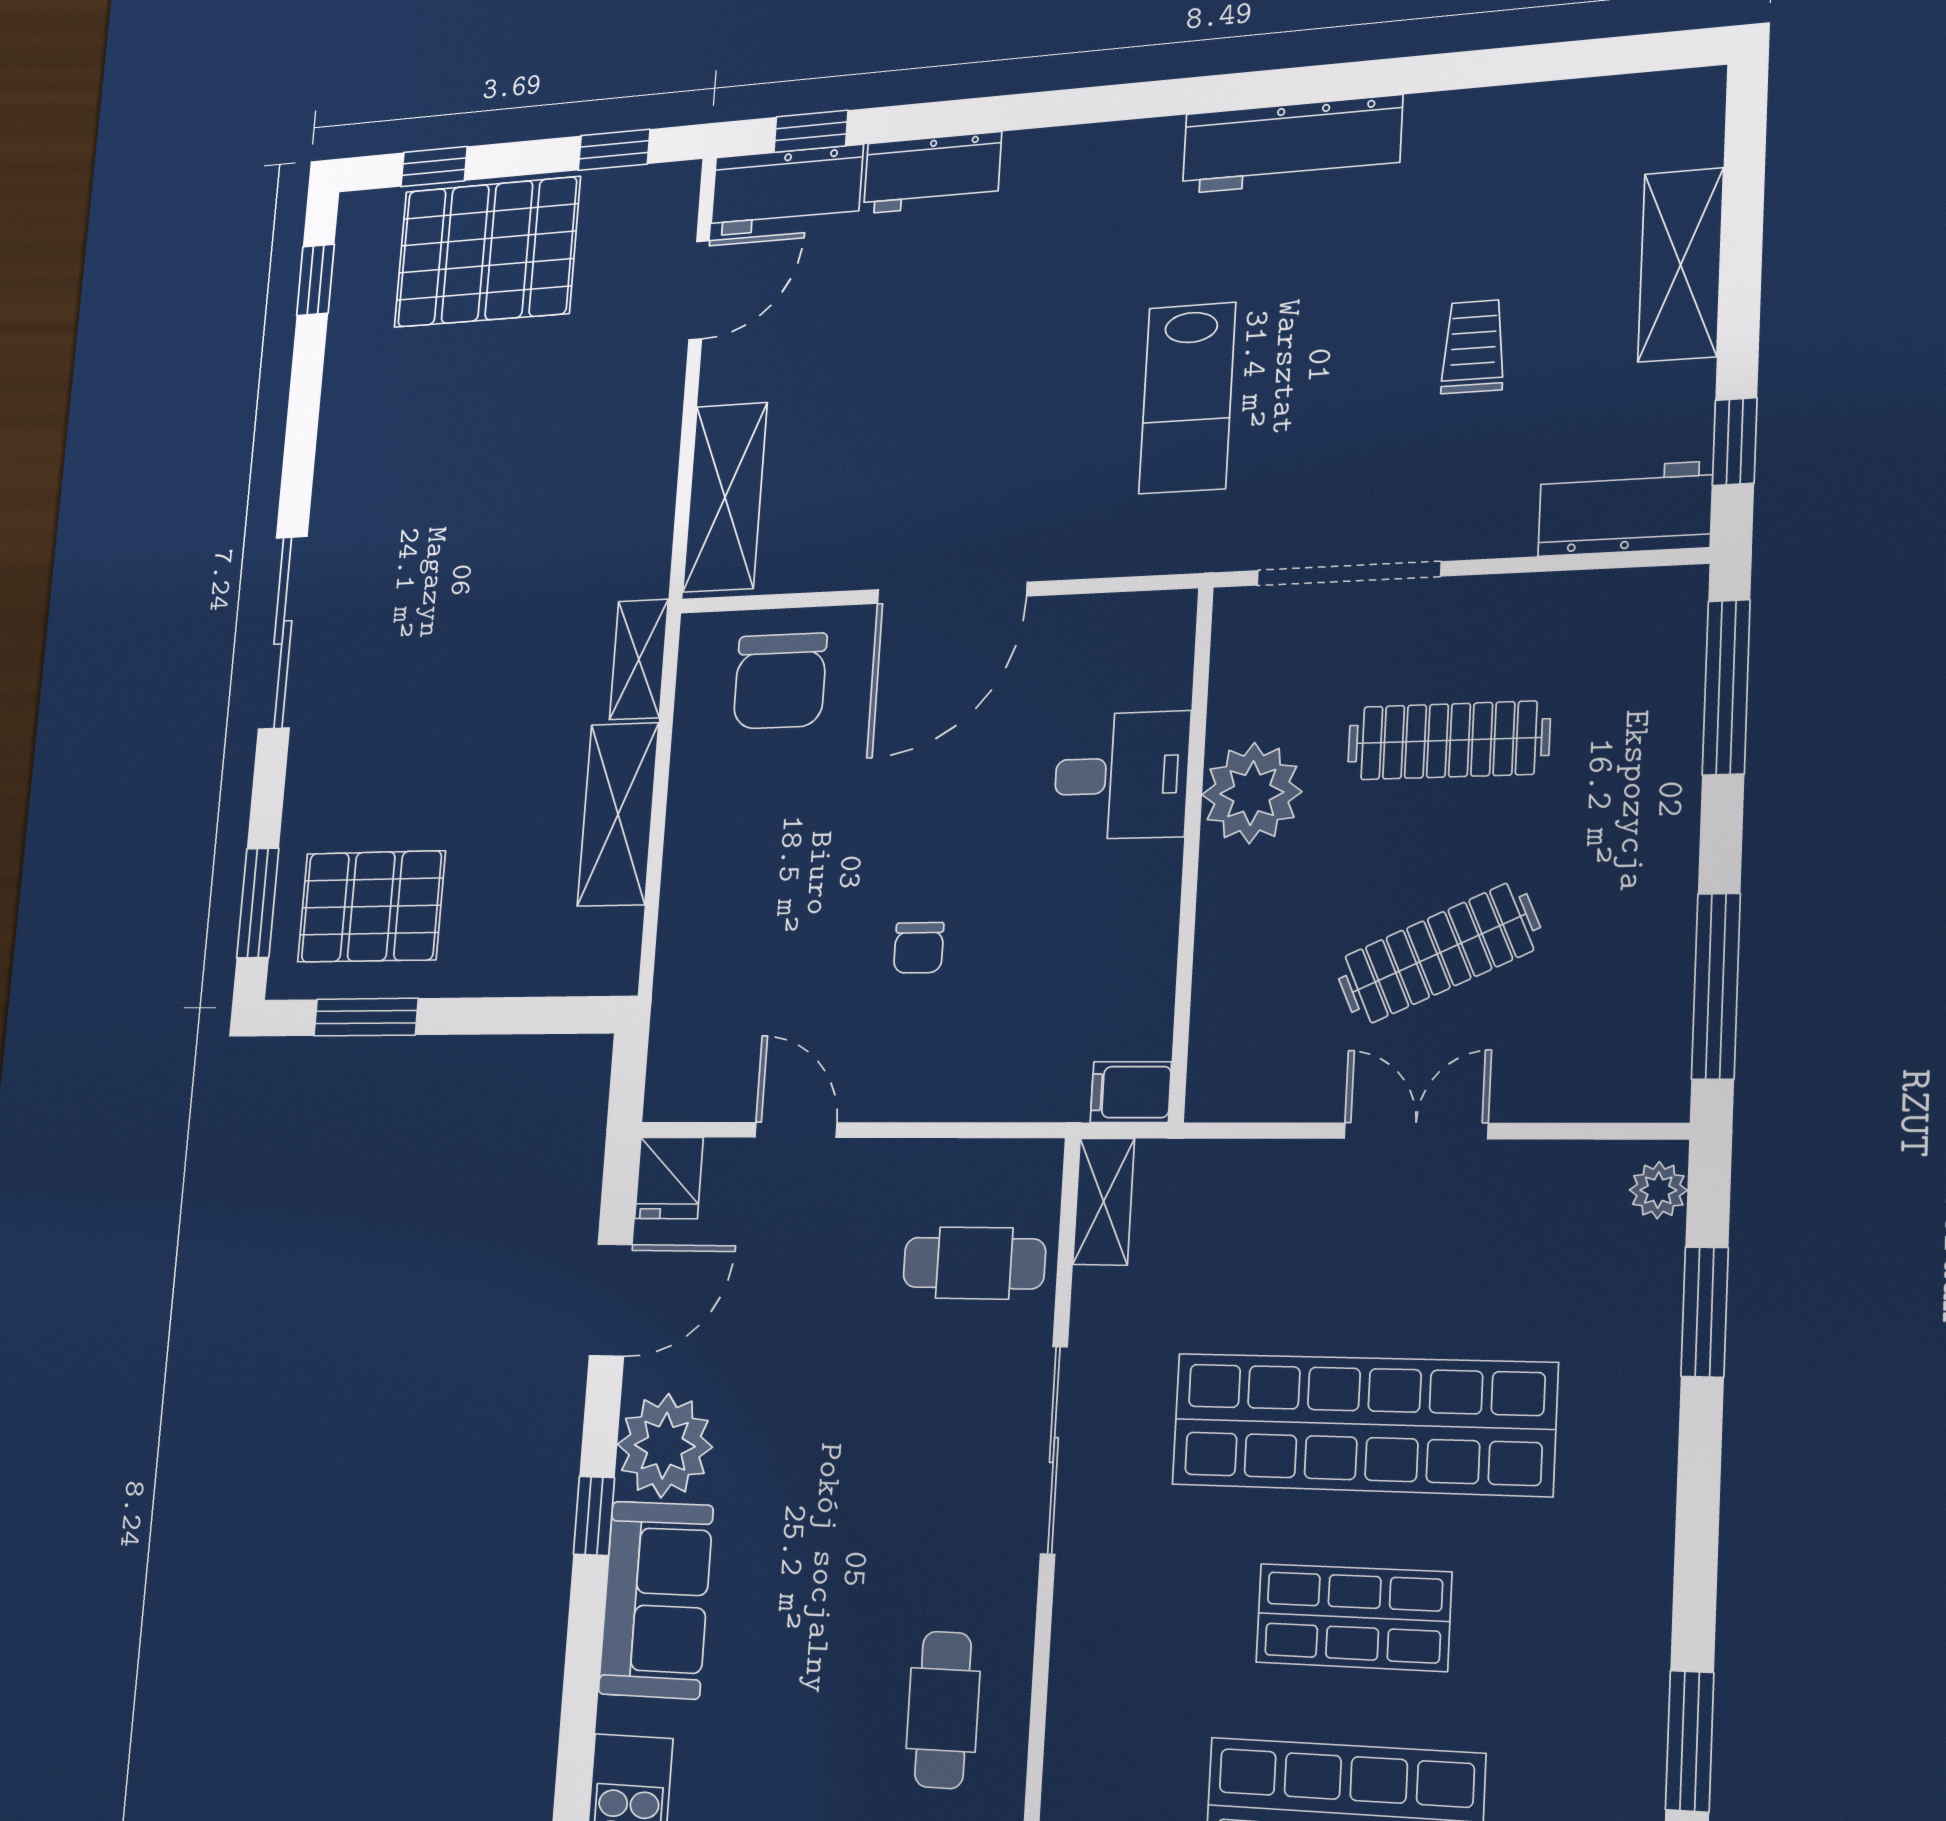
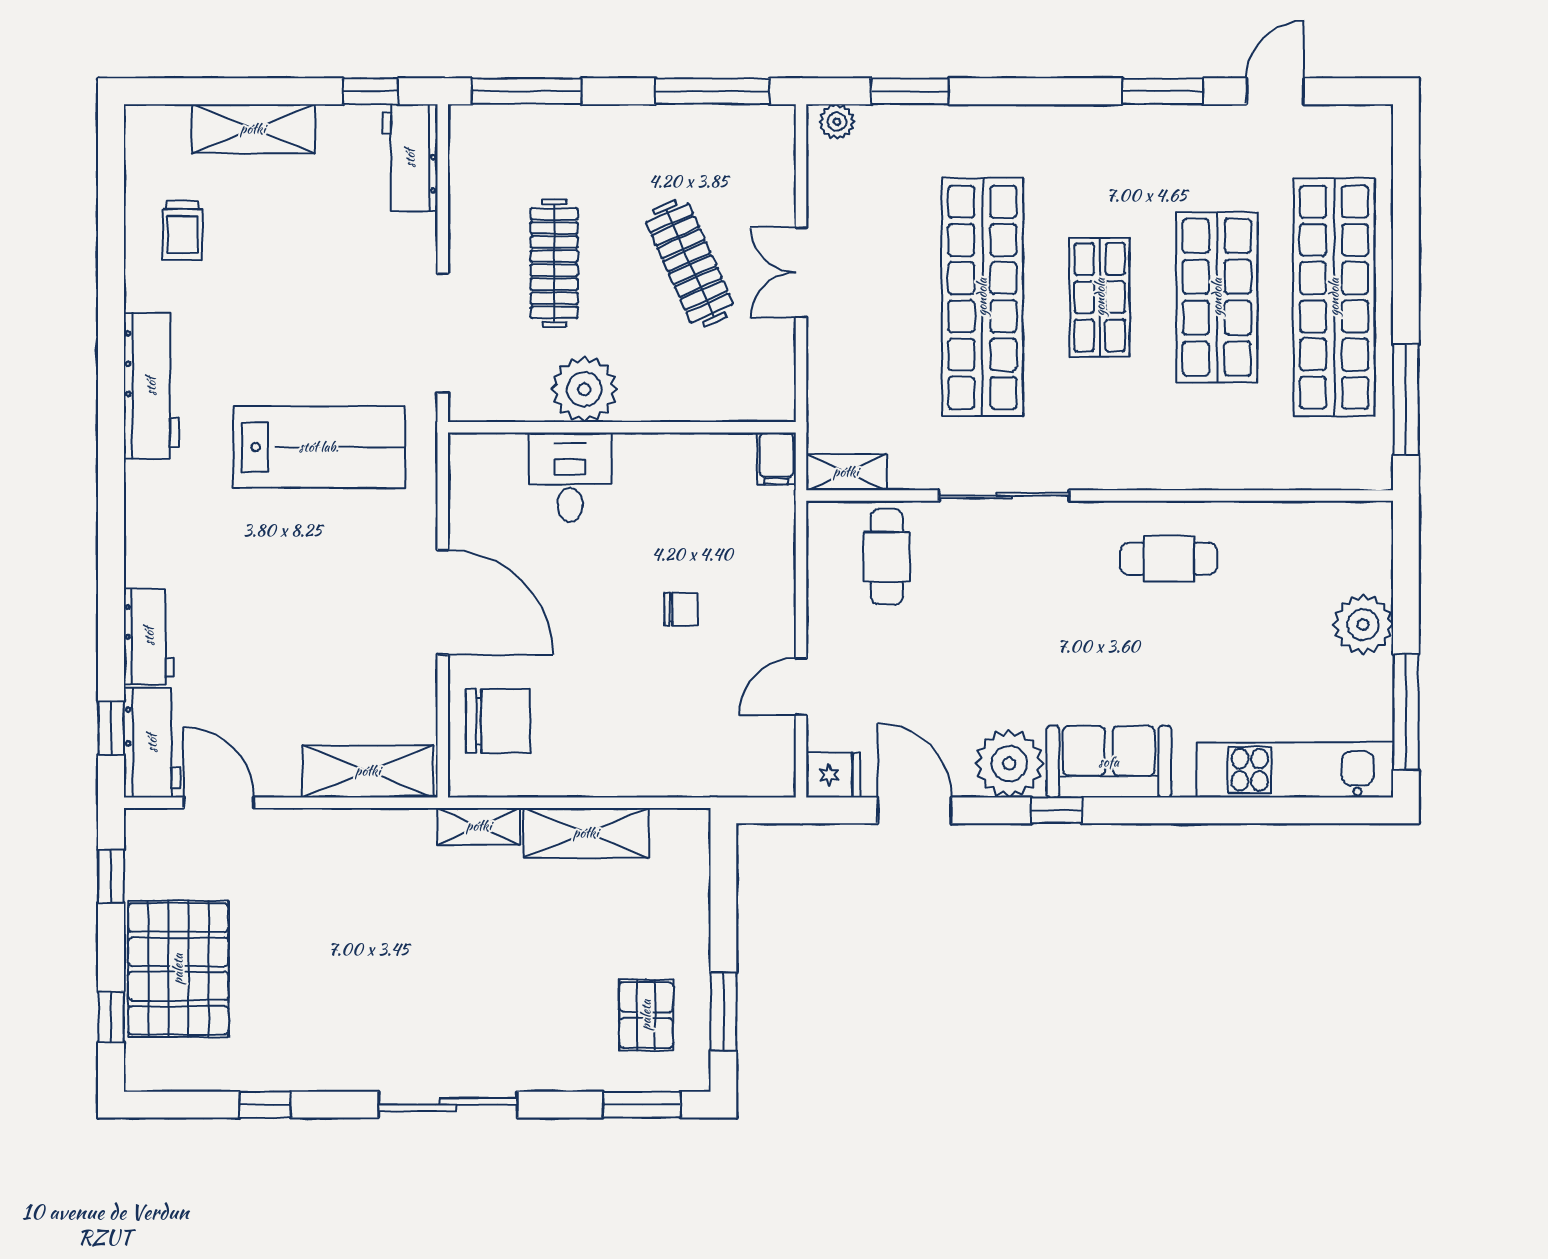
window: (316, 280) -> (265, 1105), moved
trolley: (1473, 347) -> (183, 230), moved, turned -90
lab bench: (1187, 398) -> (319, 447), width x1.36, depth x1.39
pallet: (371, 907) -> (646, 1015), width x0.67, depth x0.71

